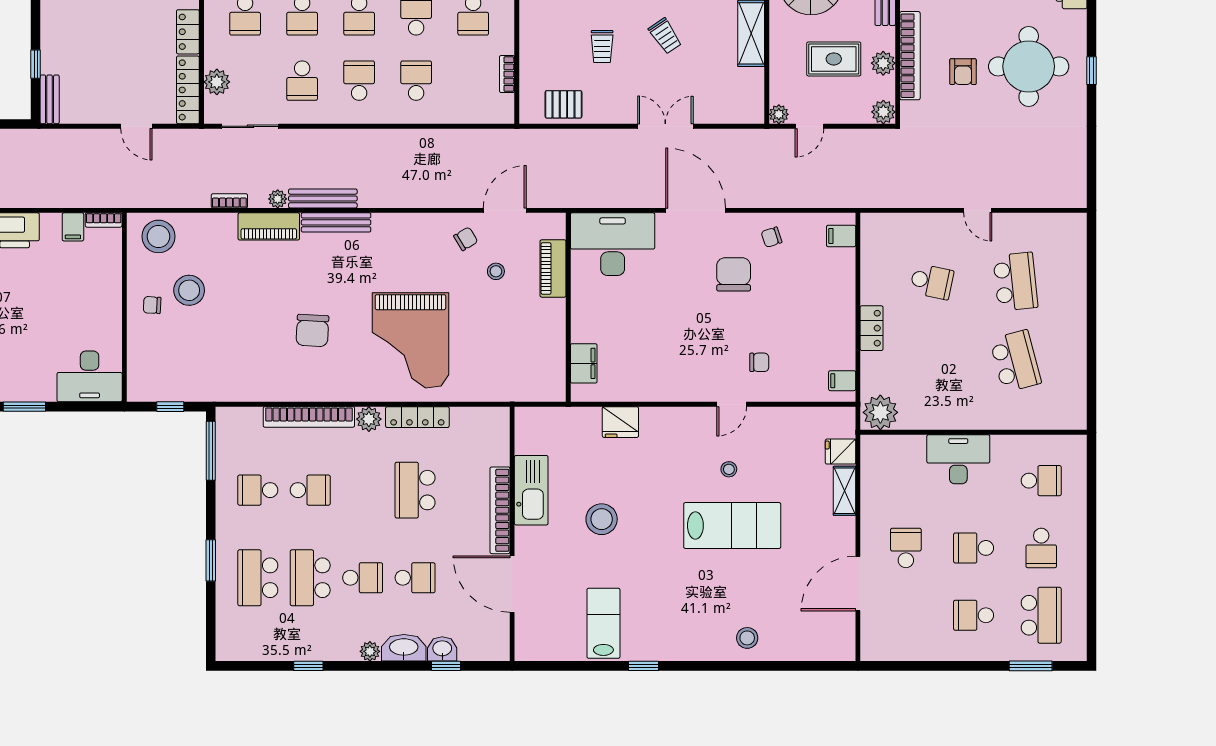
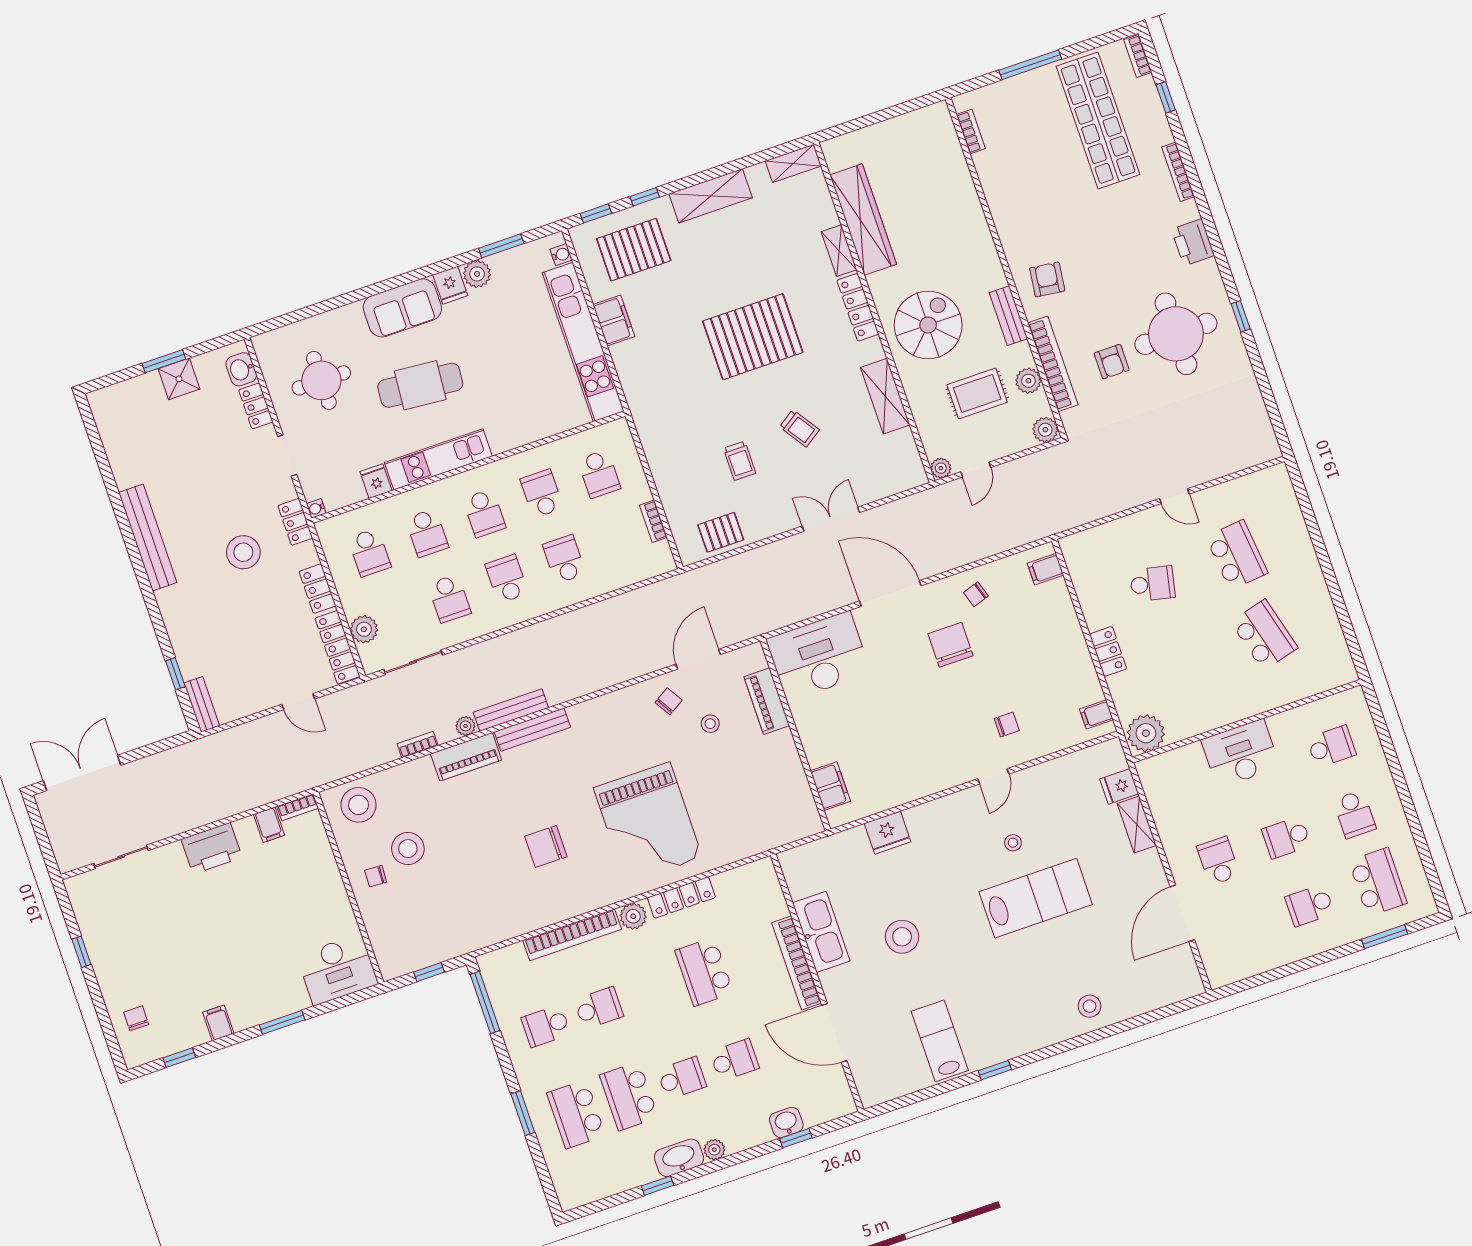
chair: (312, 330) -> (546, 846), turned 87
washbasin: (404, 648) -> (679, 1158), moved

